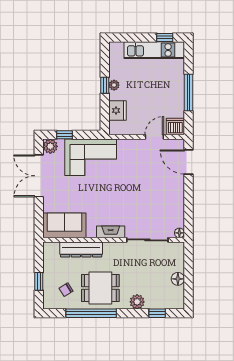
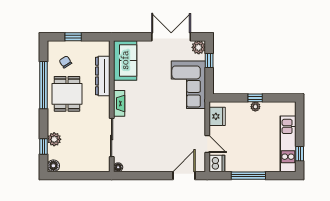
fridge: (117, 110) -> (217, 116), moved, turned -90
floor lamp: (178, 279) -> (53, 166), moved
plant: (137, 302) -> (54, 139), moved

